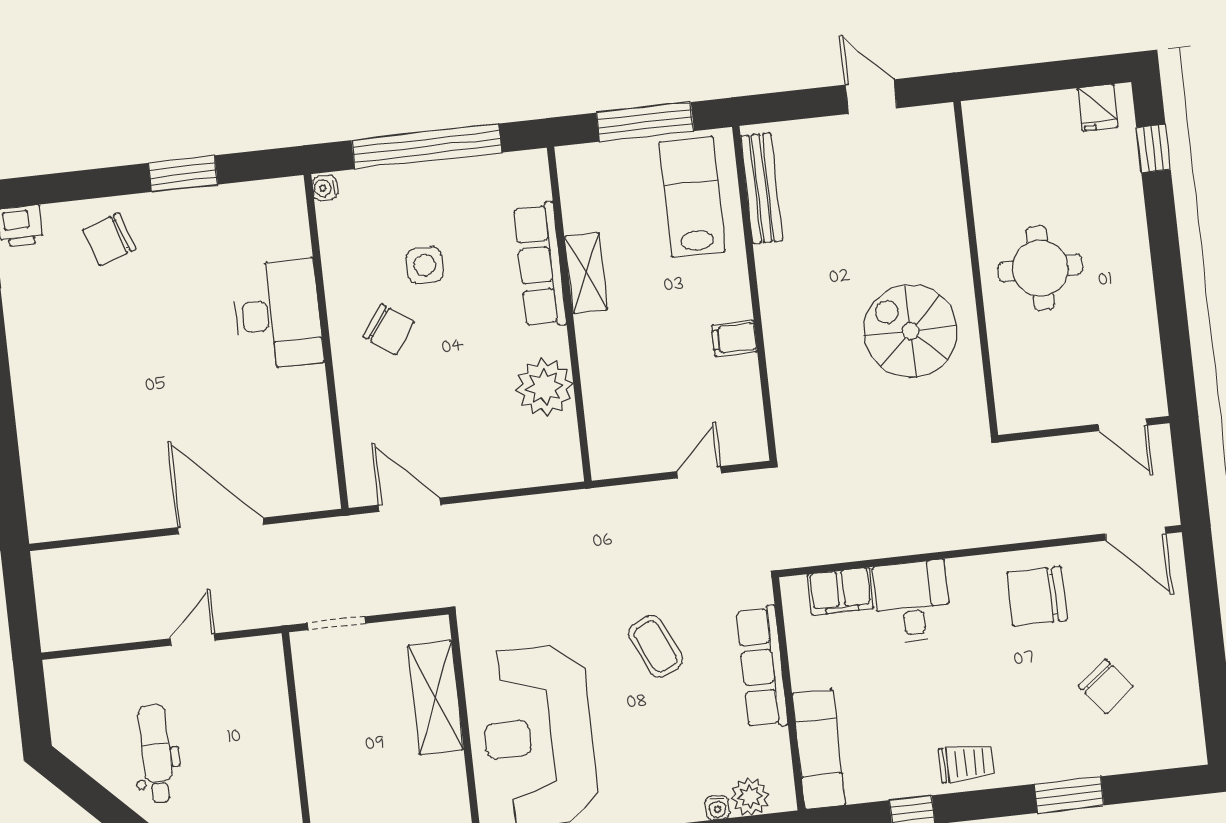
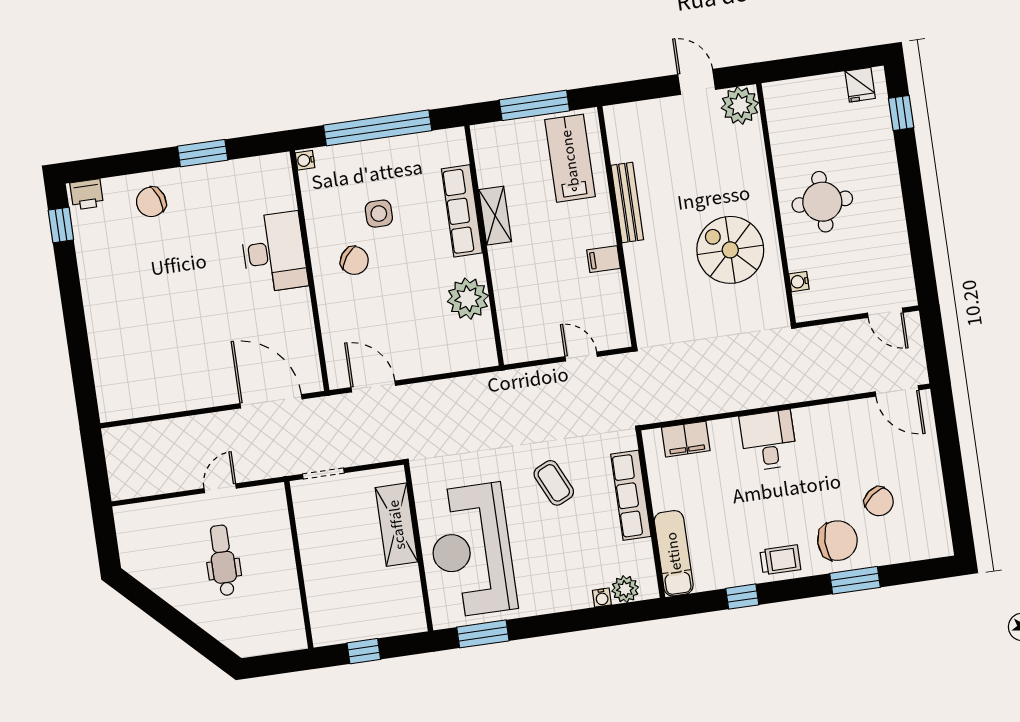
plant: (930, 131) -> (740, 105), added
bench: (762, 188) -> (627, 203), moved
water cooler: (1004, 378) -> (799, 282), added
door: (699, 472) -> (581, 357), hinge flipped
door: (221, 526) -> (271, 401), moved
chair: (1037, 596) -> (837, 541), moved, turned 180
desk: (912, 602) -> (768, 440), moved
dental chair: (156, 754) -> (223, 560), moved

